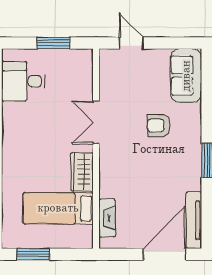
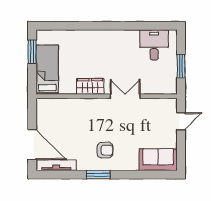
armchair: (159, 125) -> (105, 150), moved, turned 90
bed: (58, 208) -> (47, 70), moved
fireplace: (107, 218) -> (58, 104), removed

